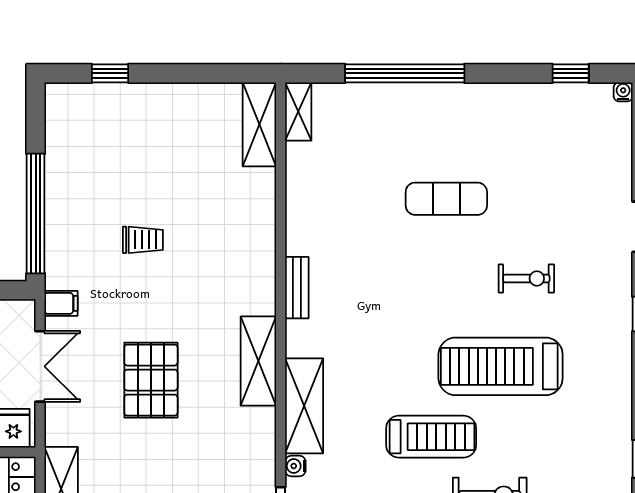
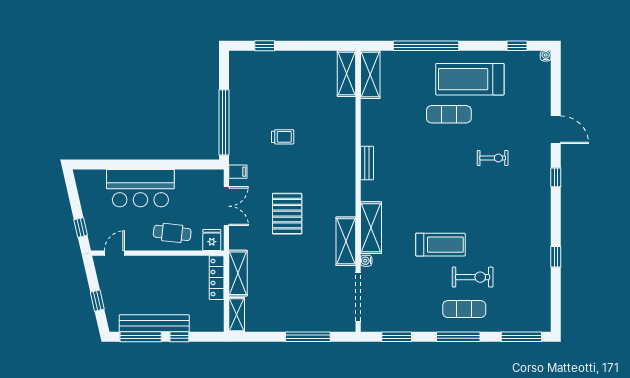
shelving: (298, 111) -> (370, 75), width x1.50, depth x1.33
shelving: (258, 361) -> (346, 241), moved
treadmill: (501, 366) -> (470, 79), moved

